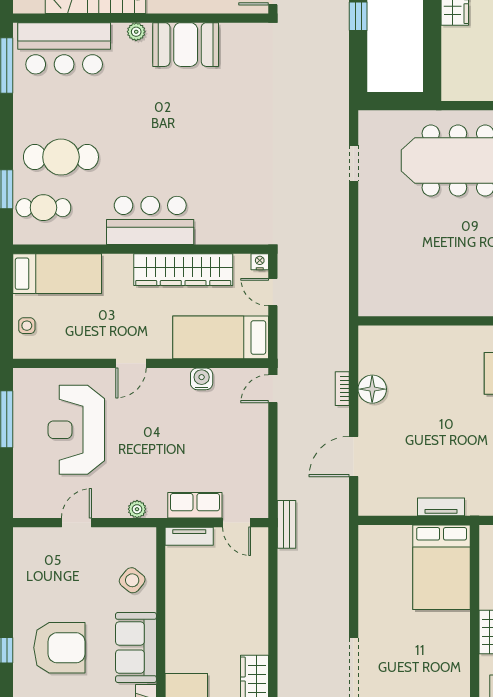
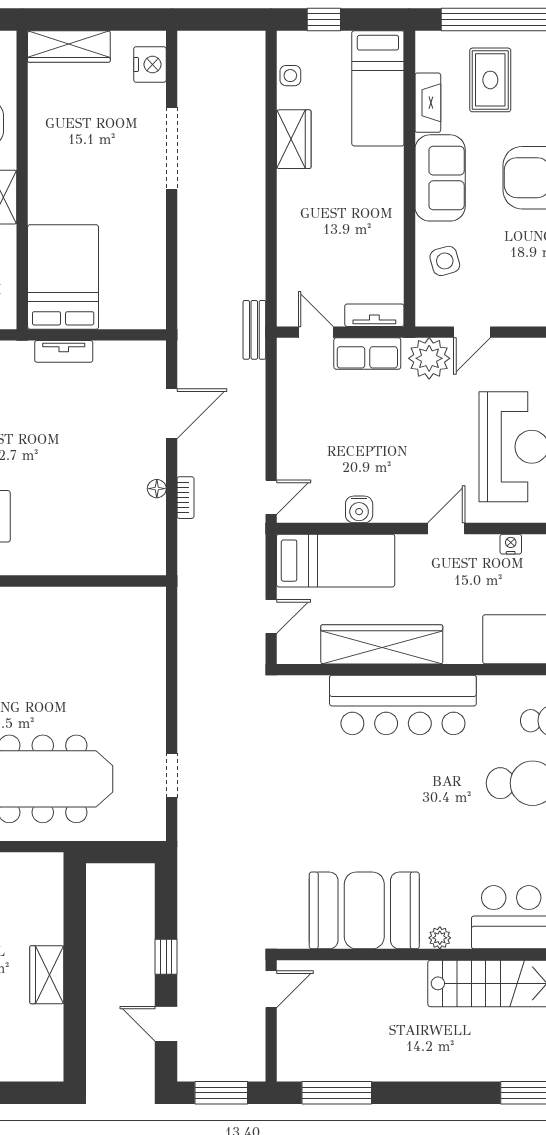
booth: (186, 45) -> (364, 910), width x1.36, depth x1.42
bar counter: (150, 220) -> (403, 705), width x1.36
nightstand: (260, 262) -> (511, 544), moved, turned 180
door: (273, 292) -> (271, 616), hinge flipped
floor lamp: (372, 389) -> (157, 489), width x0.53, depth x0.53
plant: (137, 509) -> (429, 358), width x1.88, depth x1.88
door: (76, 523) -> (472, 332), moved
side table: (132, 580) -> (445, 261), turned 35

